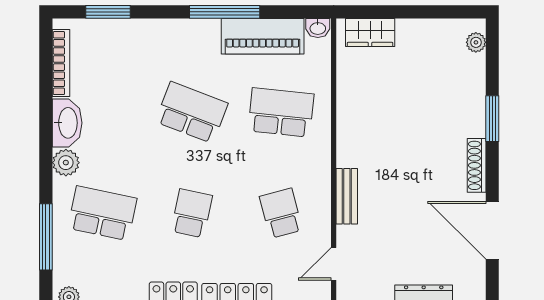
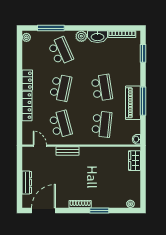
piano: (263, 36) -> (133, 103), moved
school desk: (192, 112) -> (102, 88), turned -30
school desk: (102, 213) -> (61, 51), turned -36
school desk: (192, 213) -> (61, 88), width x1.85
school desk: (281, 213) -> (61, 124), width x1.85
door: (492, 230) -> (43, 211), moved

